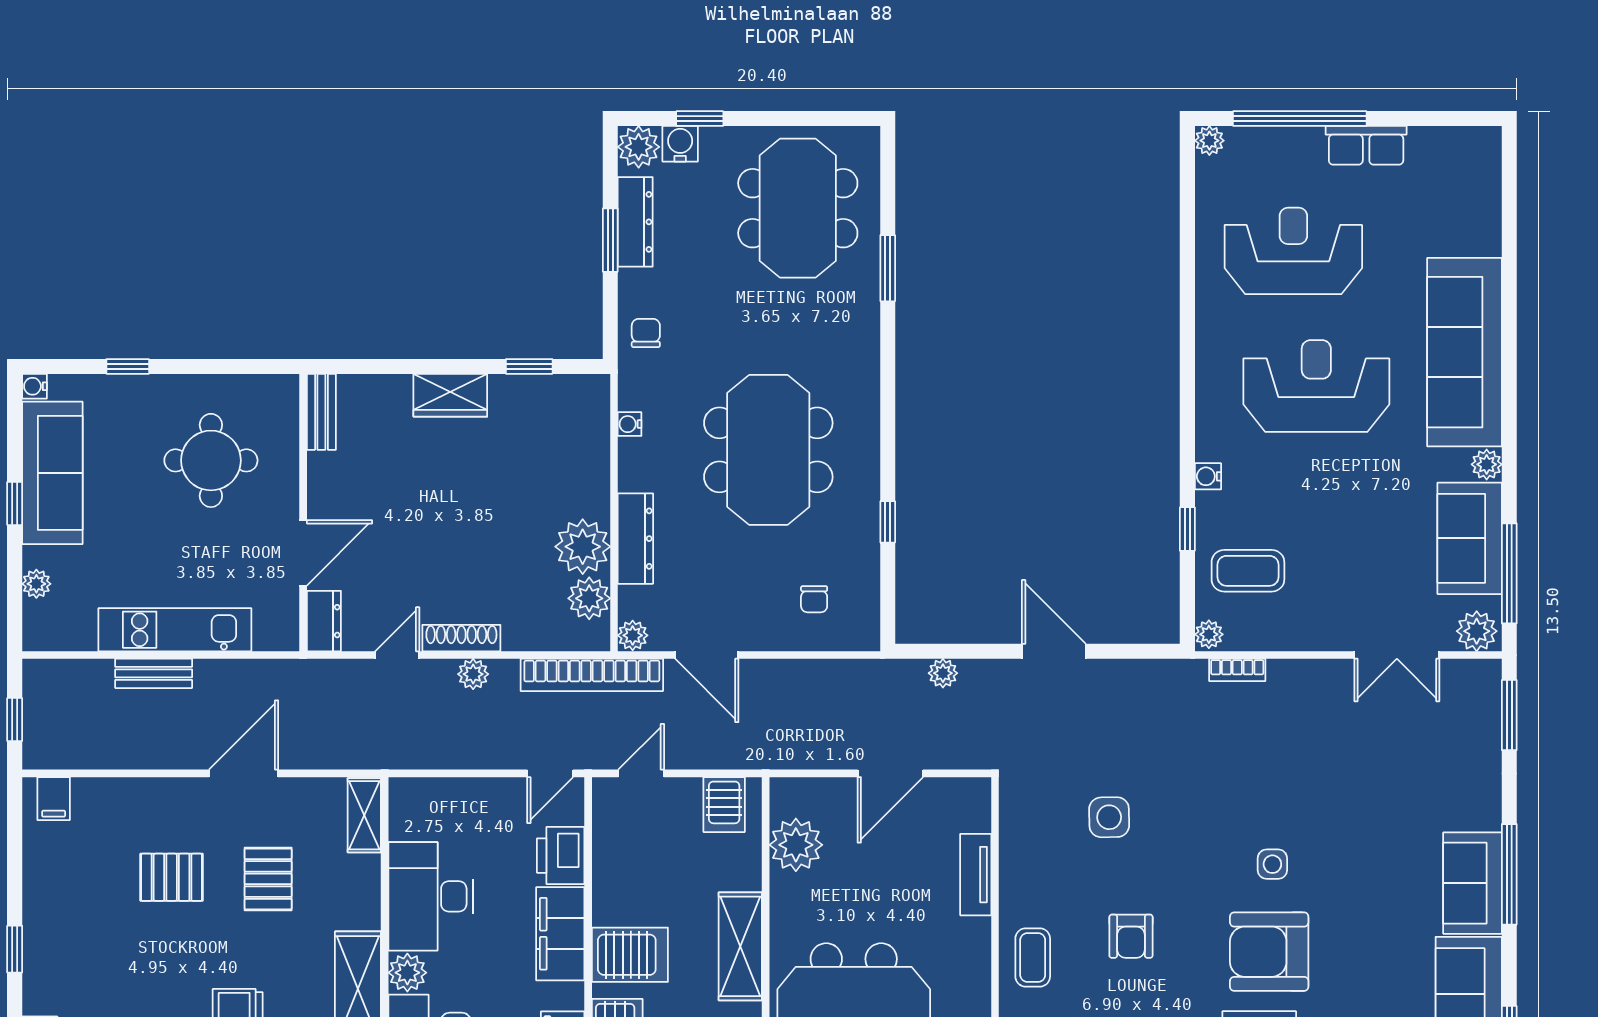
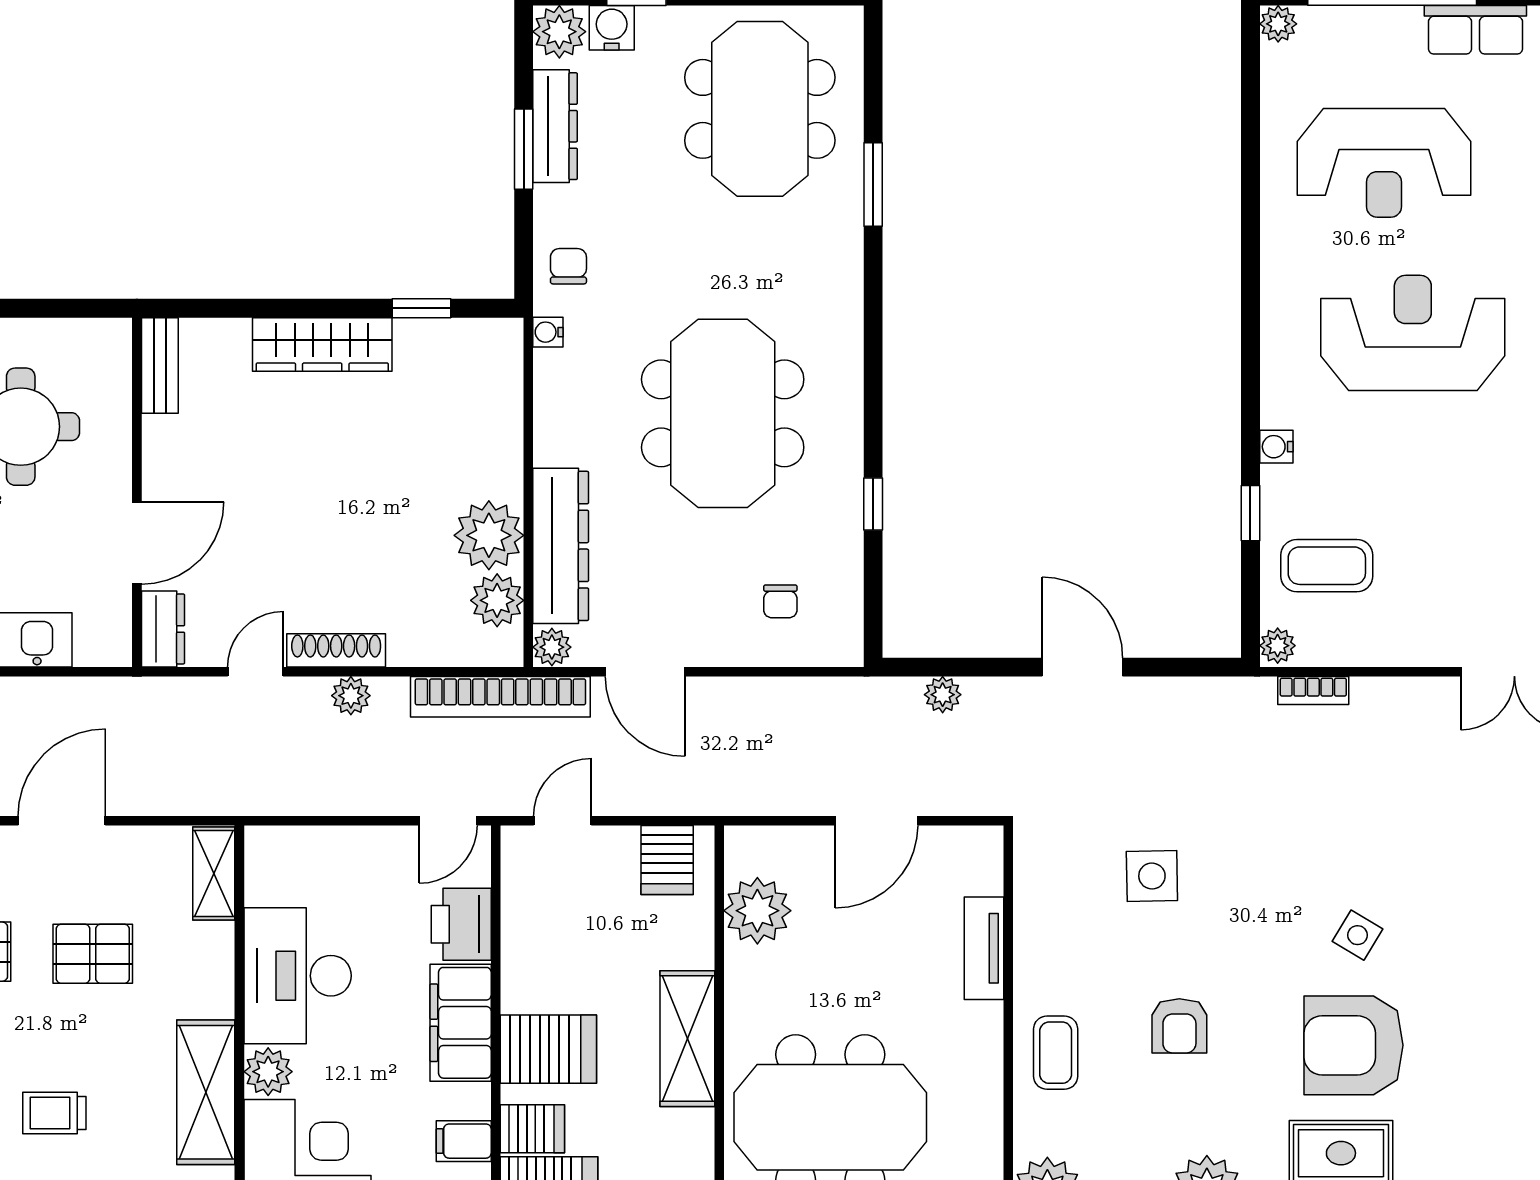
reception desk: (1293, 251) -> (1384, 163), turned 180
wardrobe: (450, 395) -> (322, 345), width x1.50
water cooler: (630, 424) -> (548, 332), moved
dresser: (635, 539) -> (561, 546), width x1.37, depth x1.24
side table: (1272, 864) -> (1358, 935), turned 31
pallet: (268, 879) -> (93, 954), turned 90

